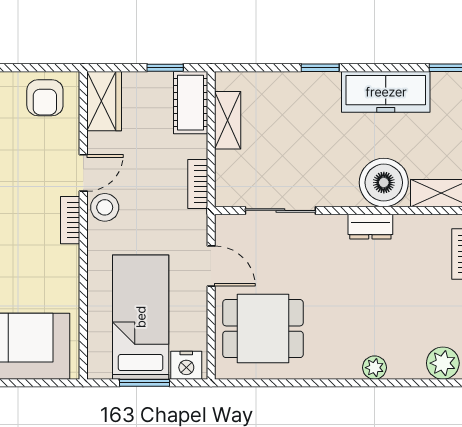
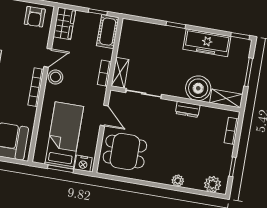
shelving: (228, 120) -> (120, 73), moved
bookcase: (70, 220) -> (36, 87), width x1.56

